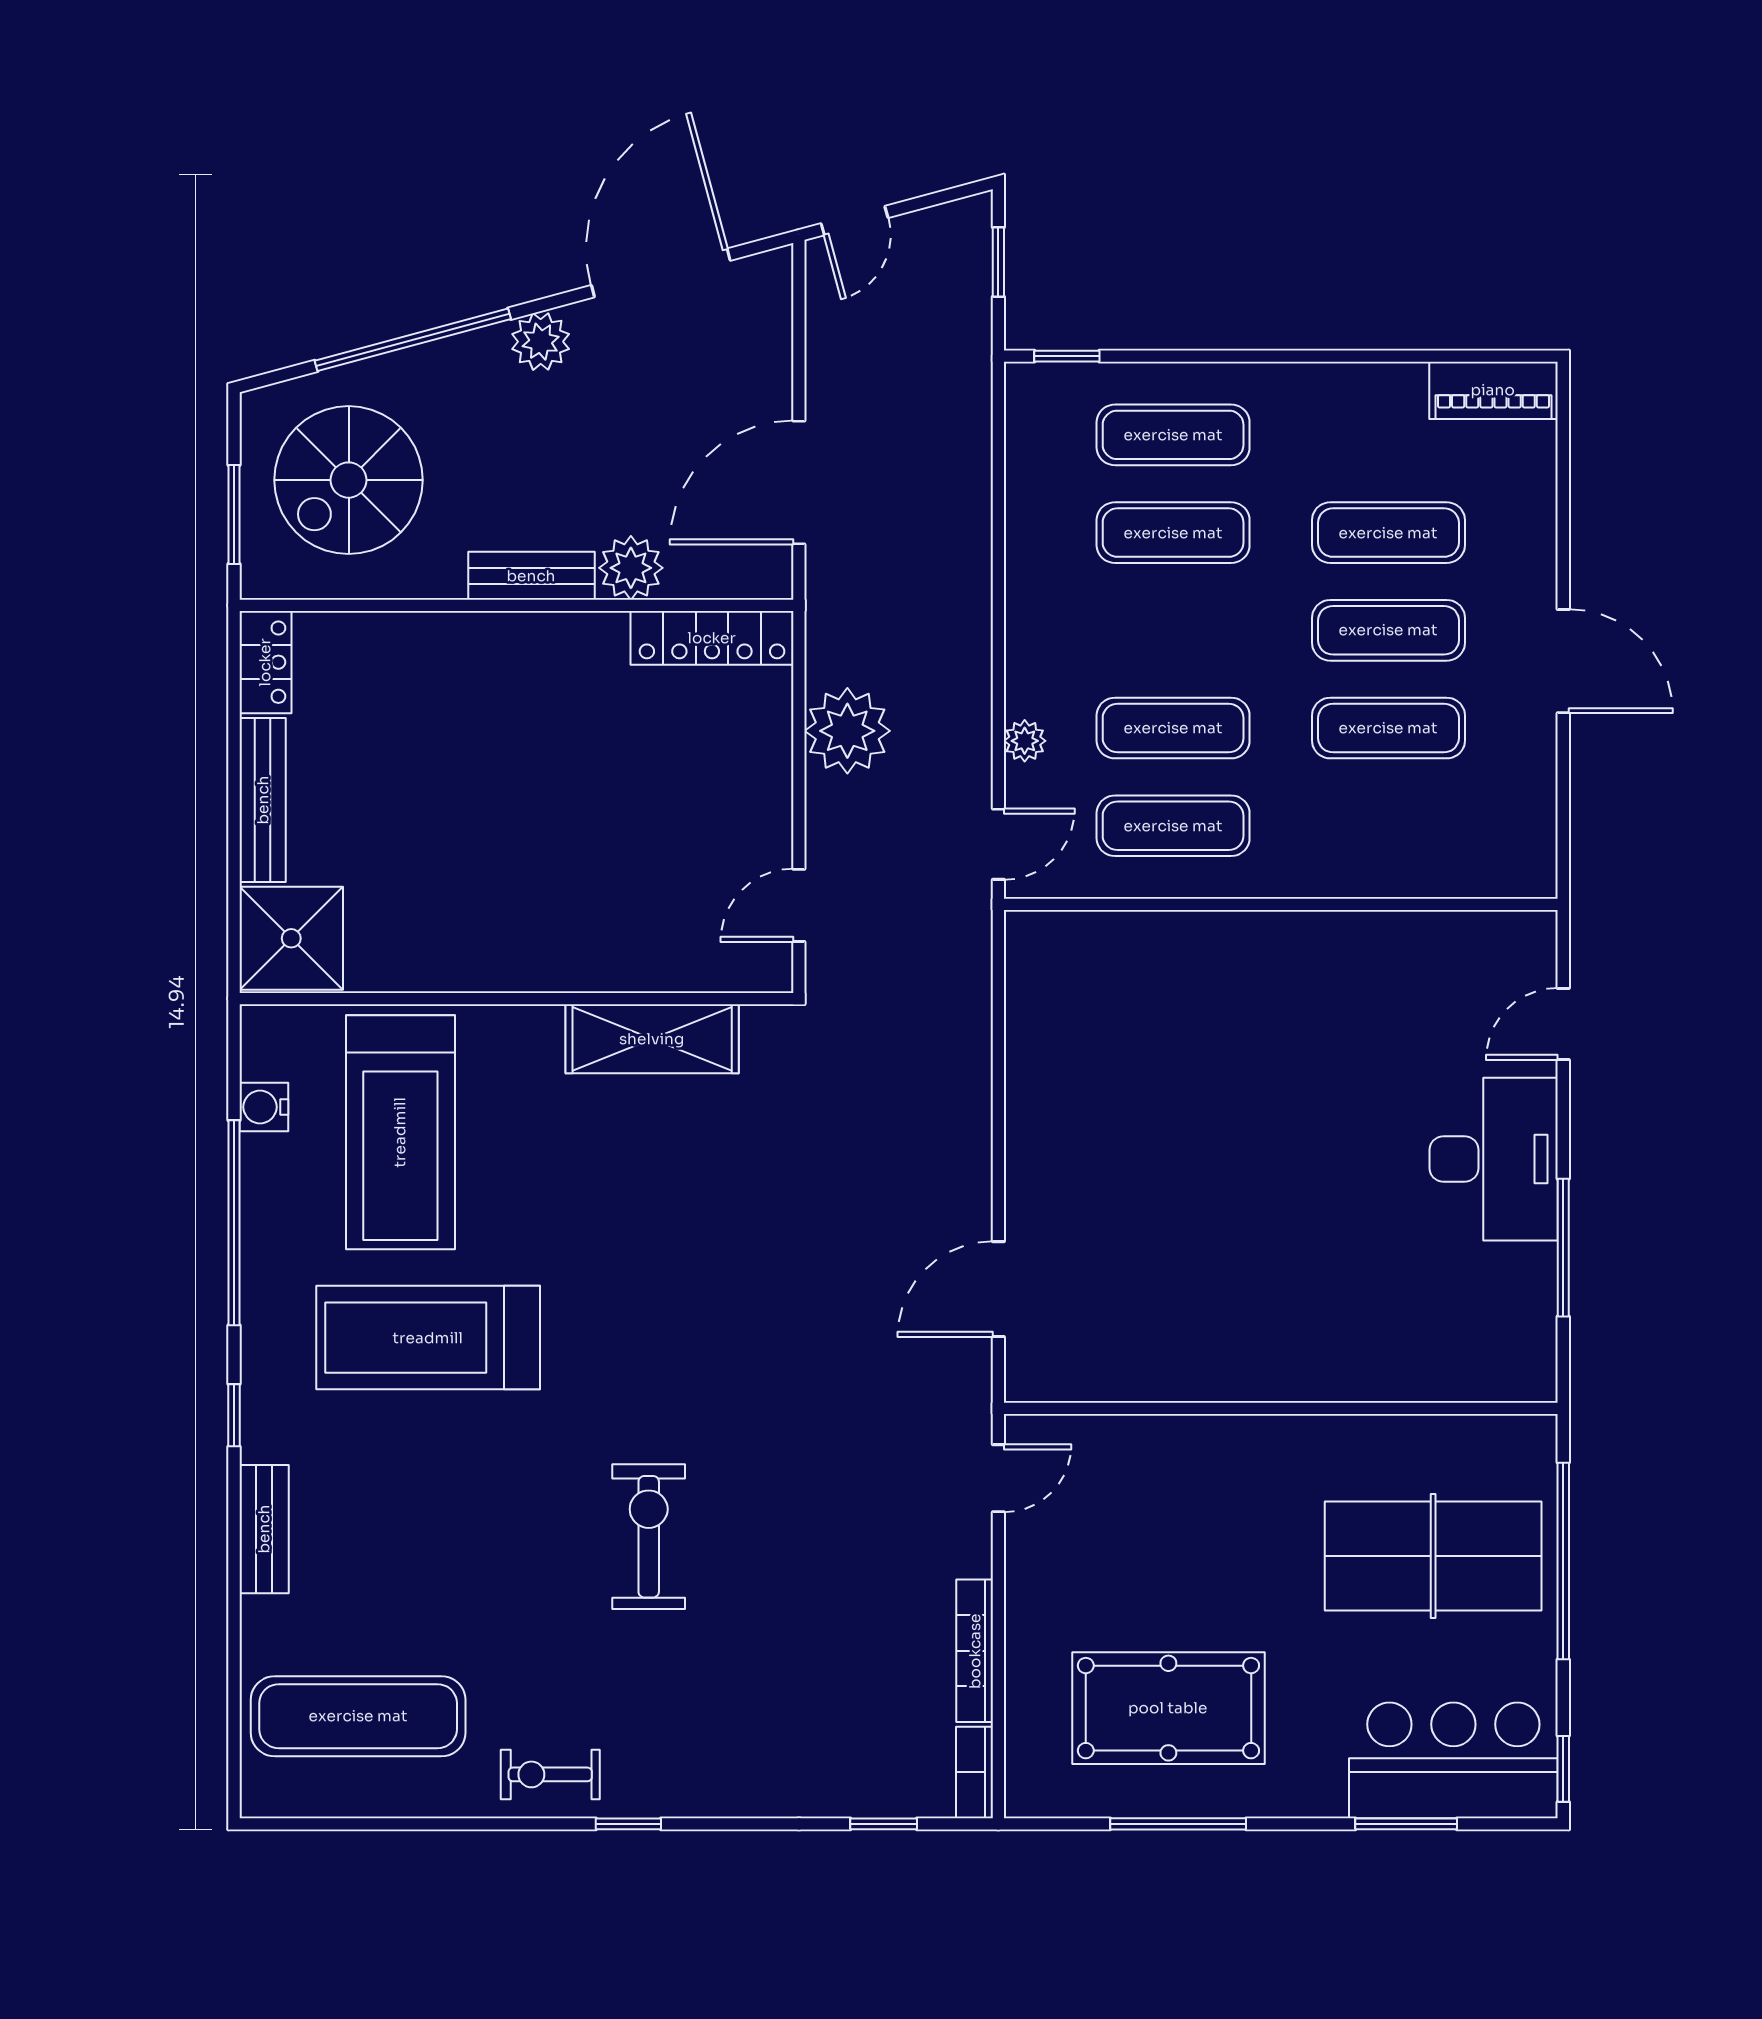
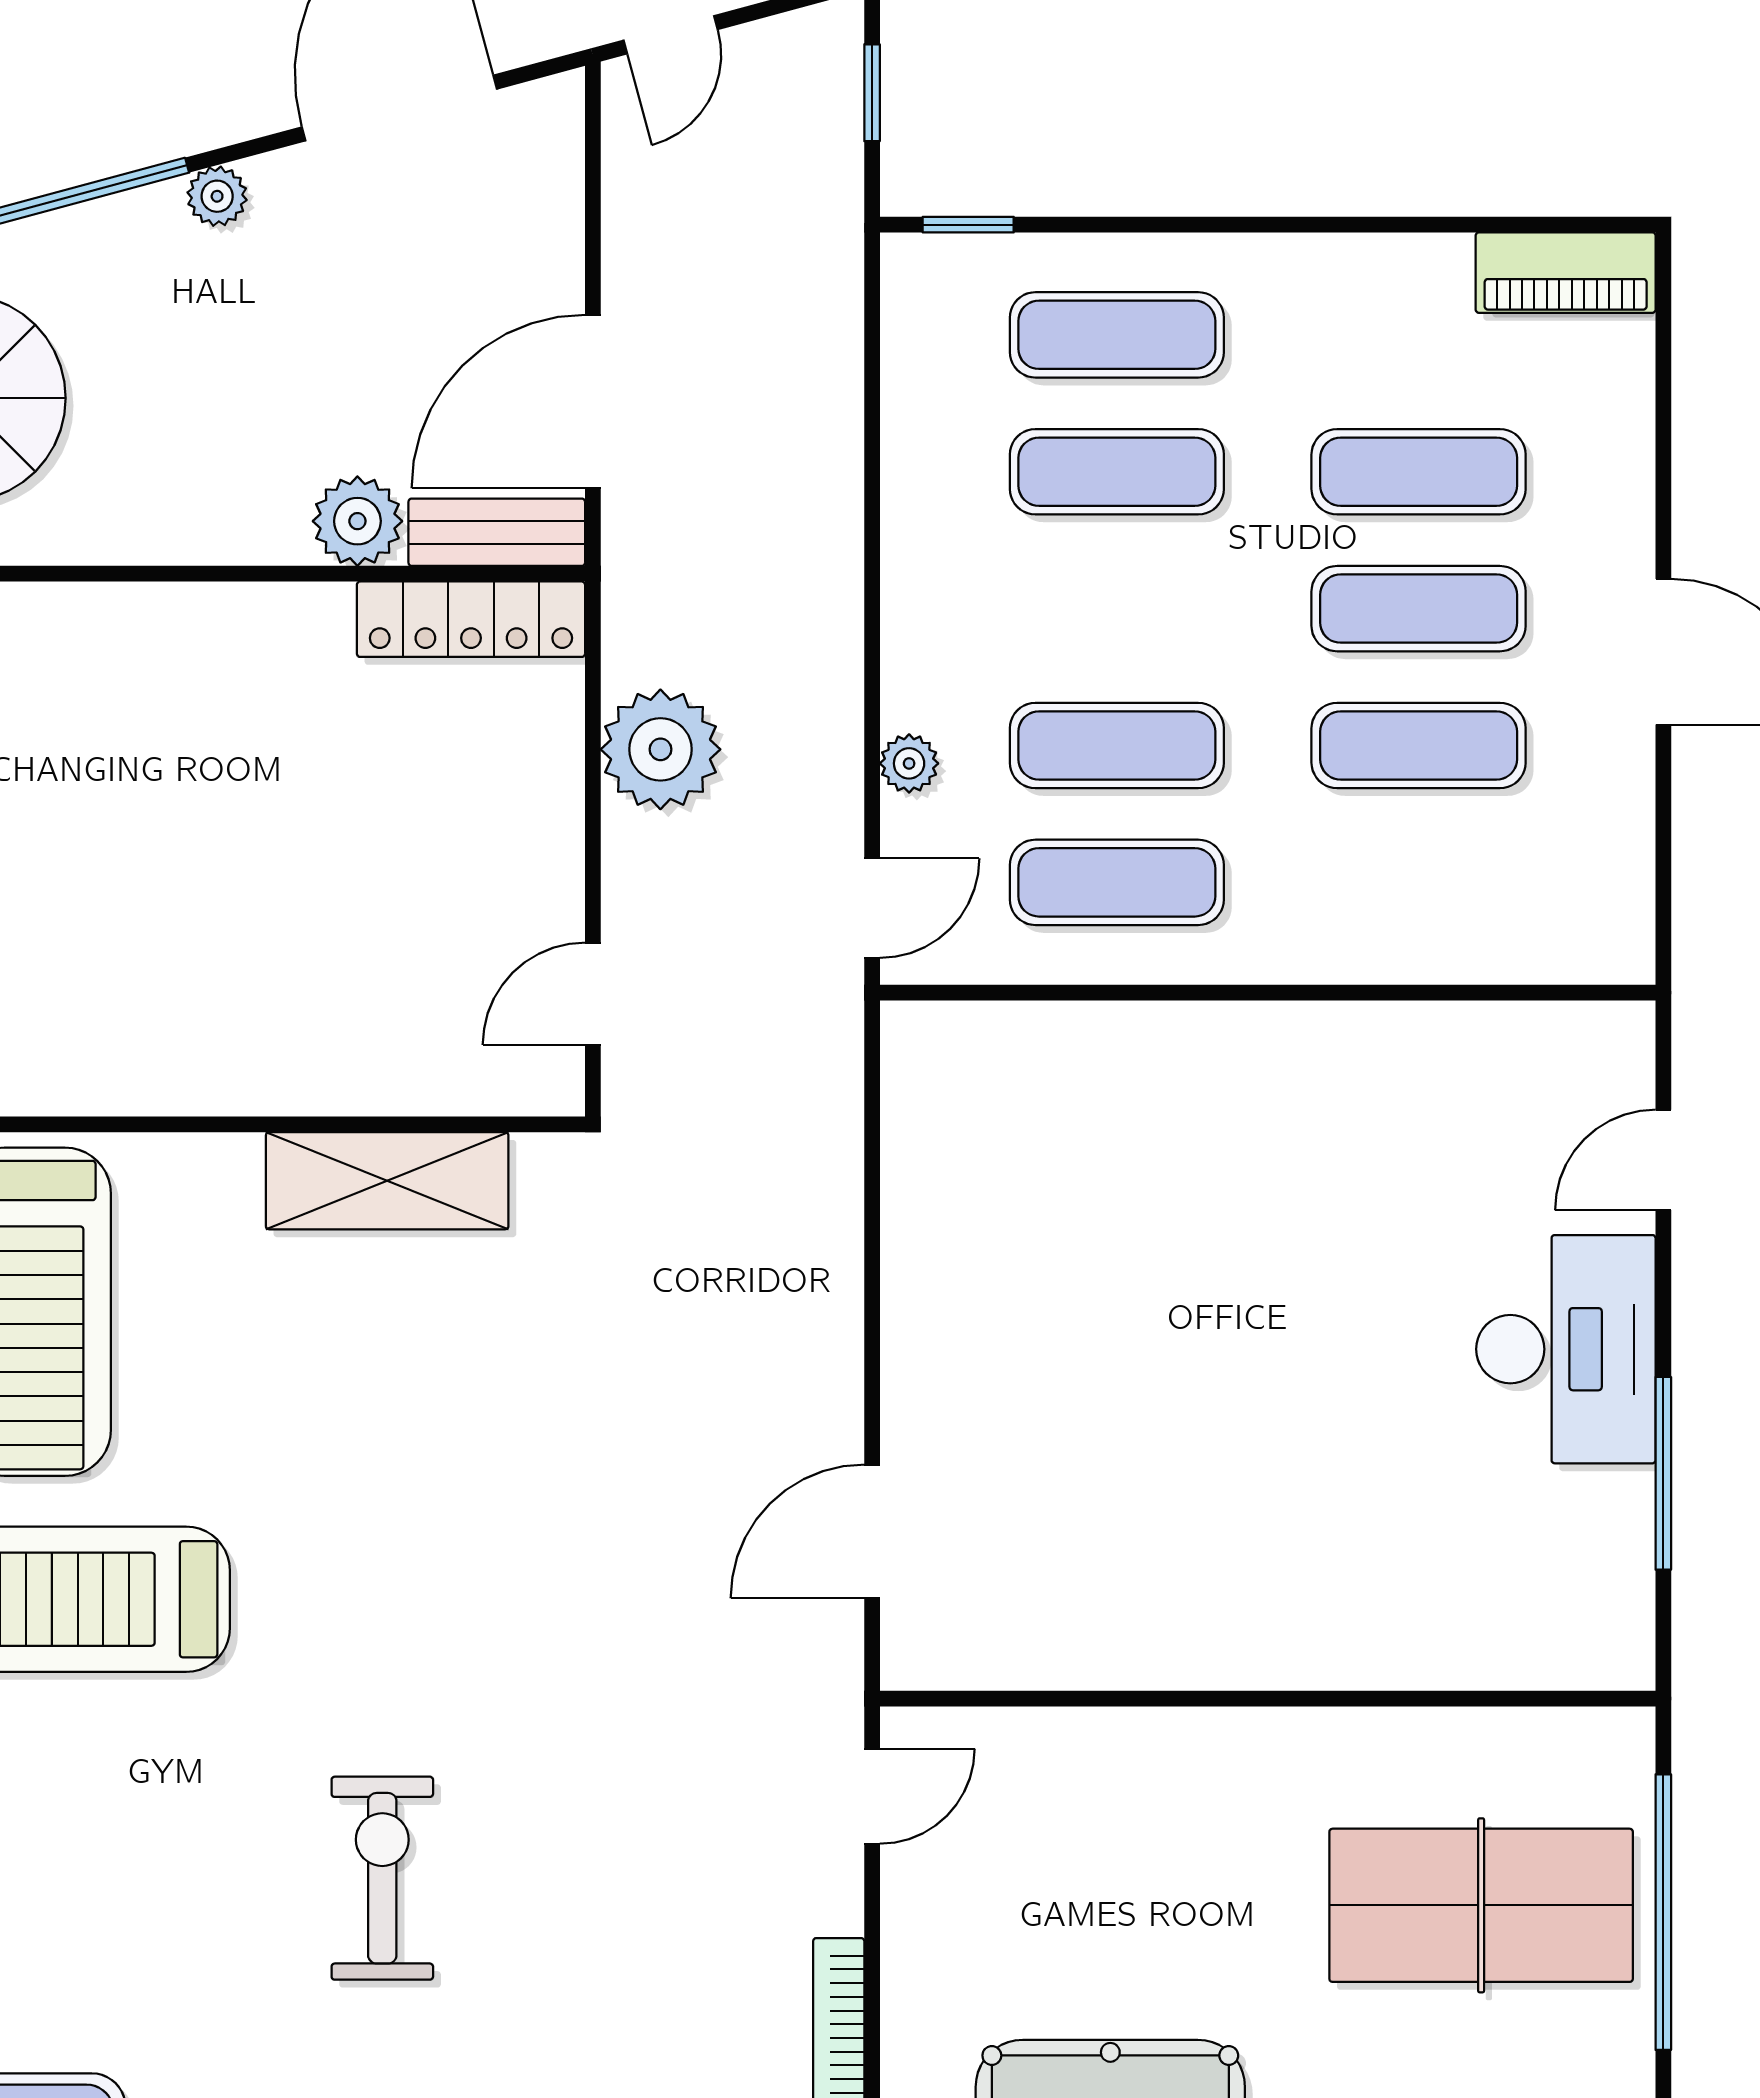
plant: (541, 342) -> (217, 196), width x0.73, depth x0.73
bench: (531, 576) -> (497, 532), moved

